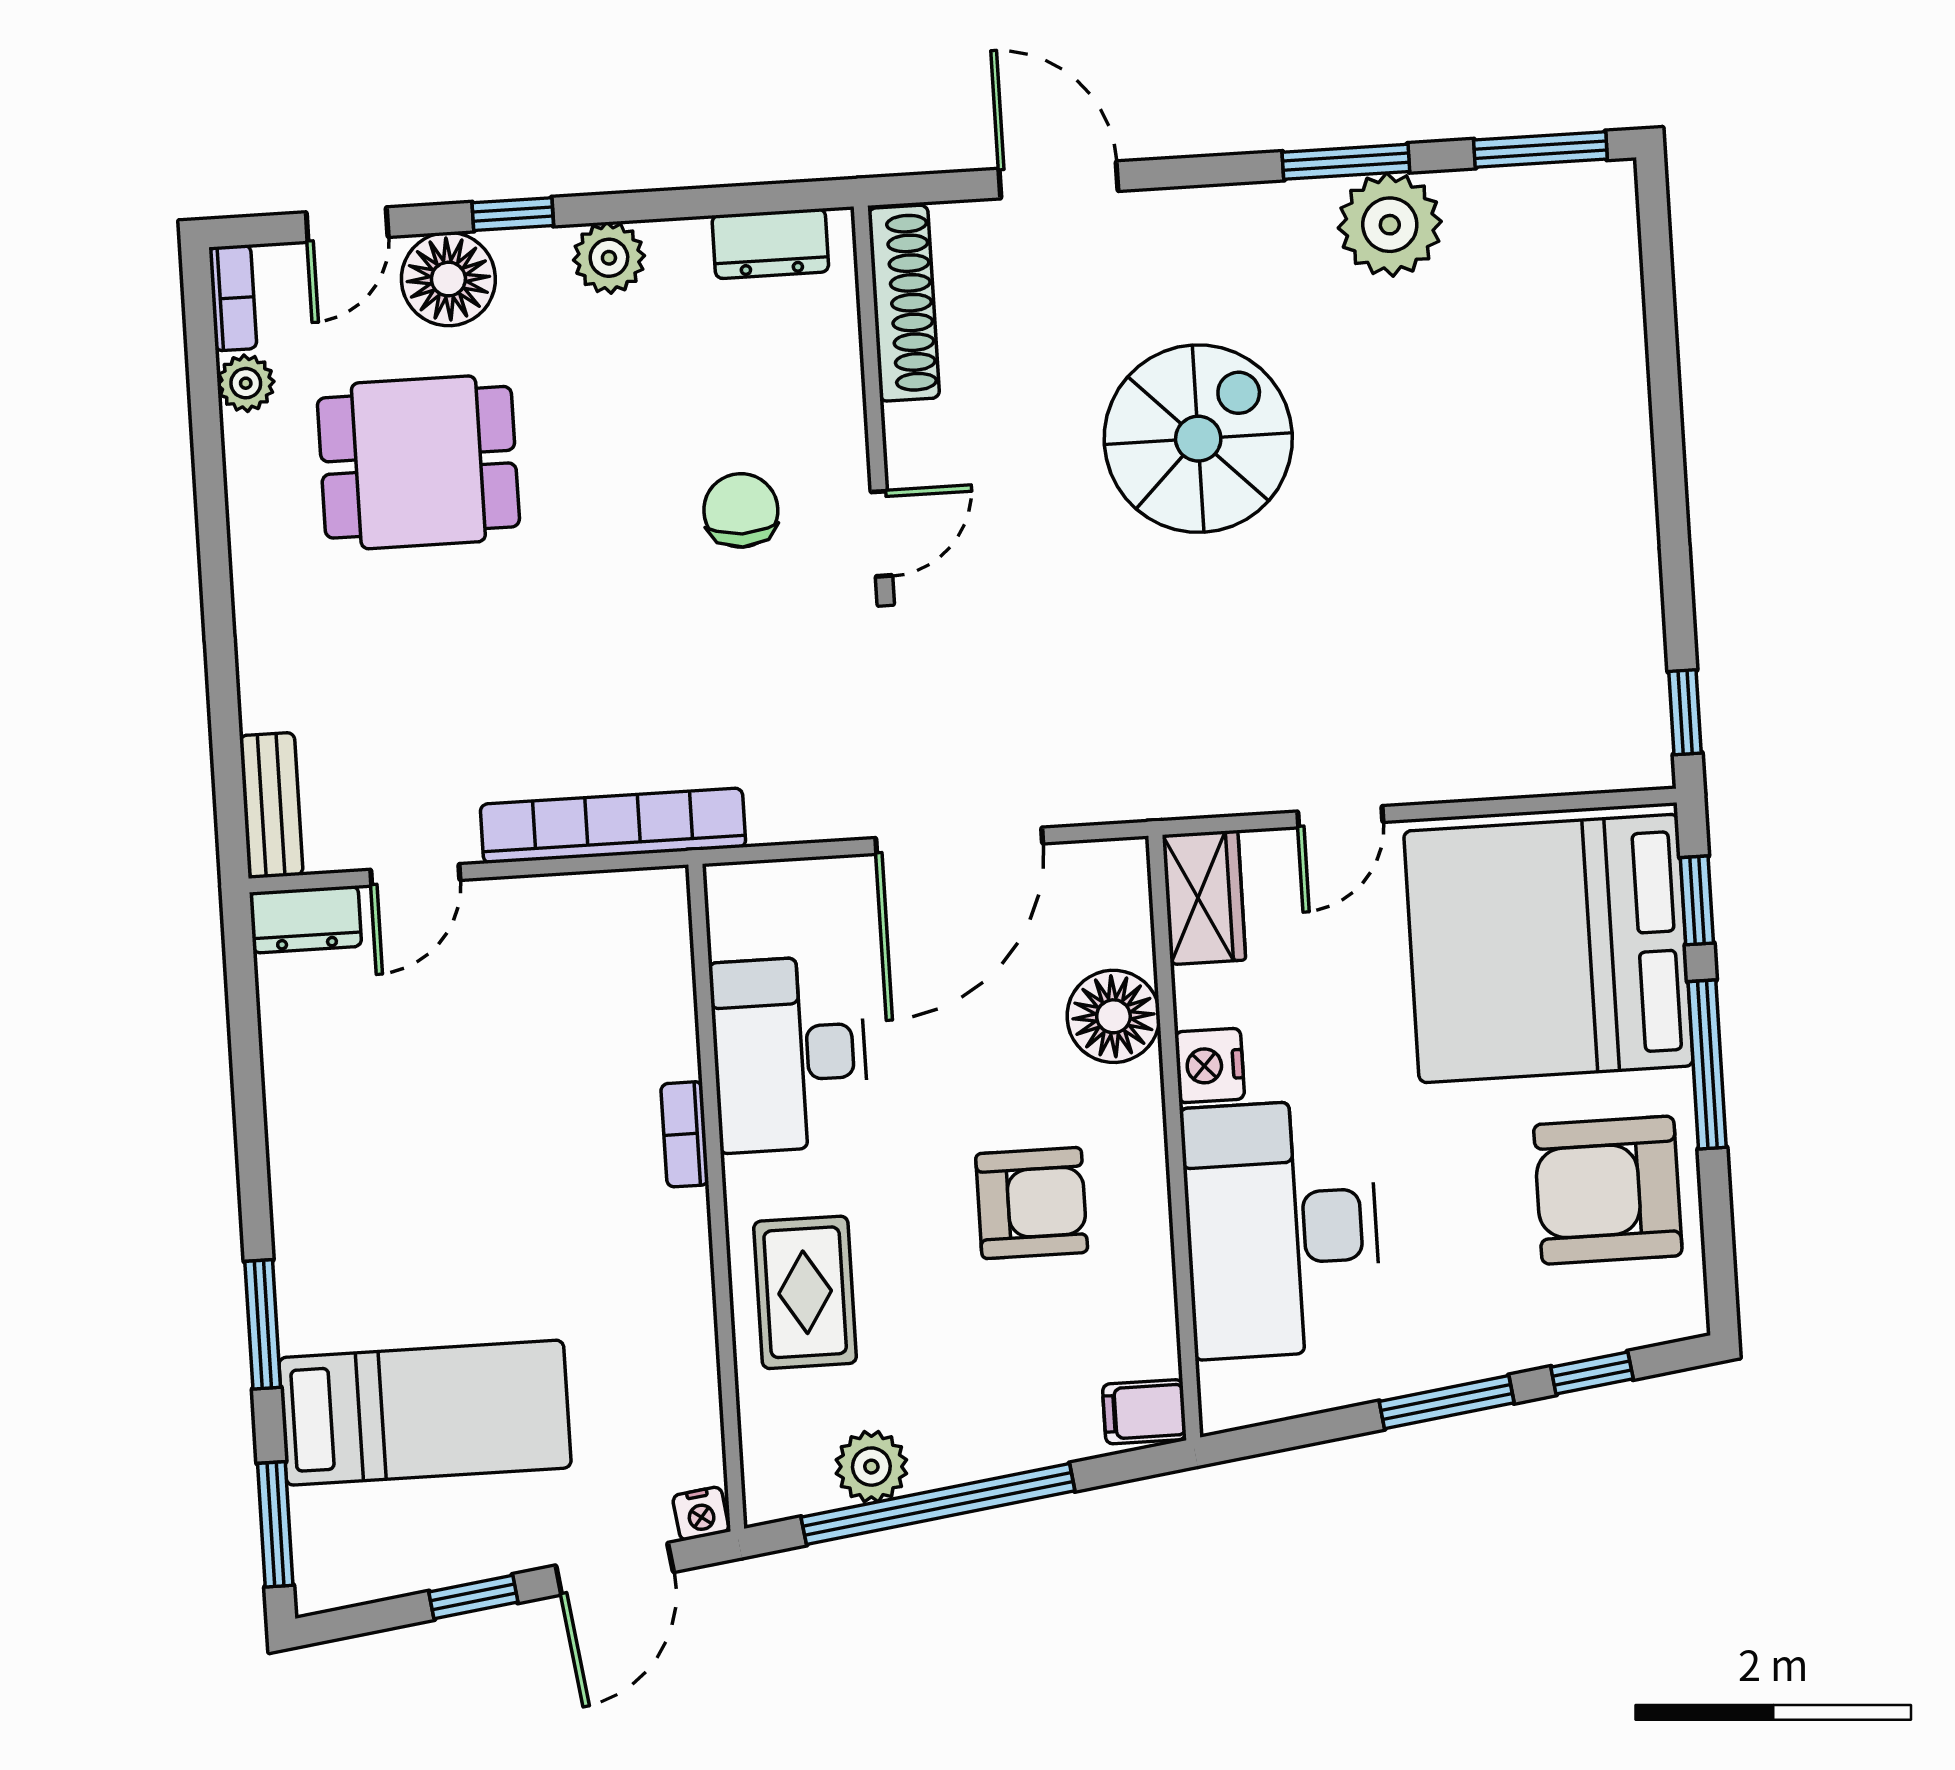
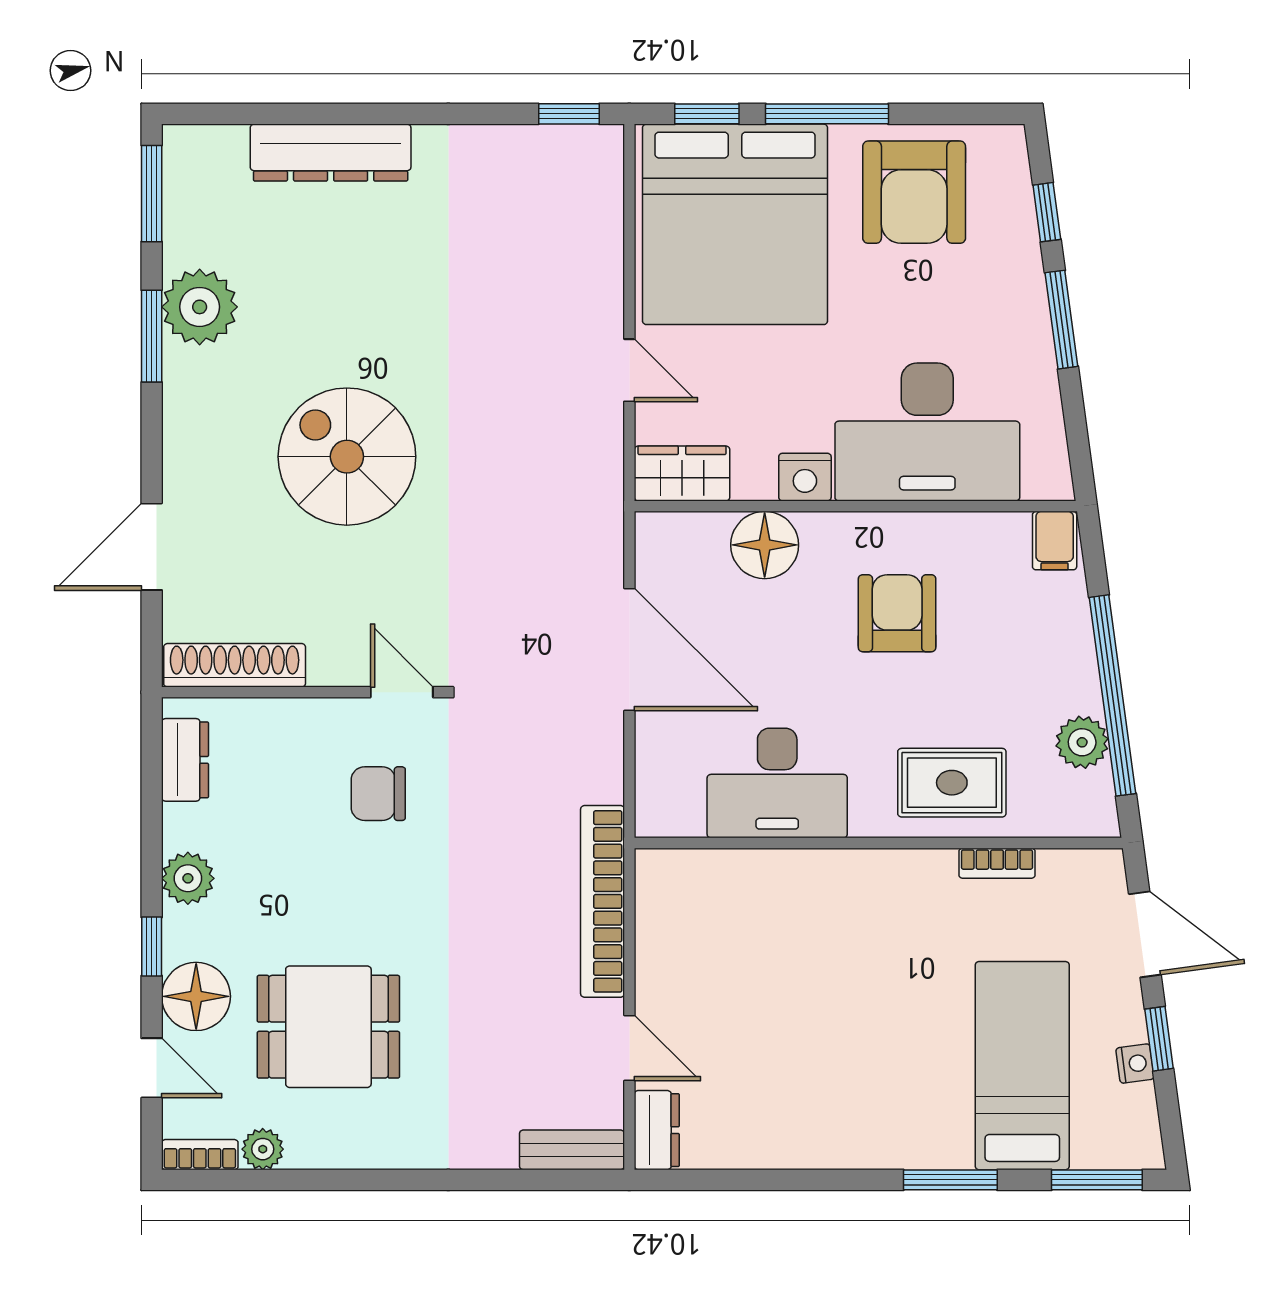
dresser: (1612, 390) -> (331, 153), added
dining table: (418, 462) -> (328, 1027), turned 90
bookcase: (685, 1134) -> (997, 863), moved
nightstand: (701, 1514) -> (1135, 1064), moved

